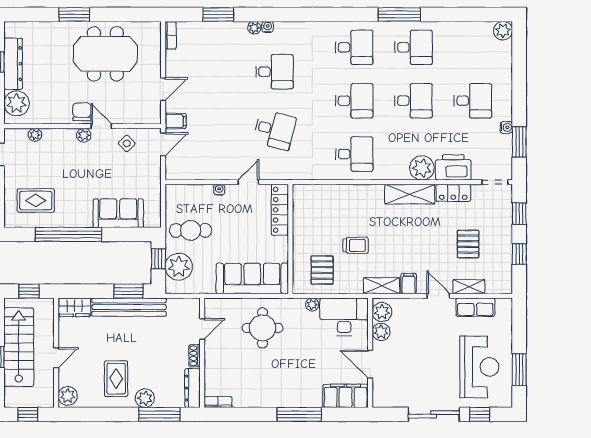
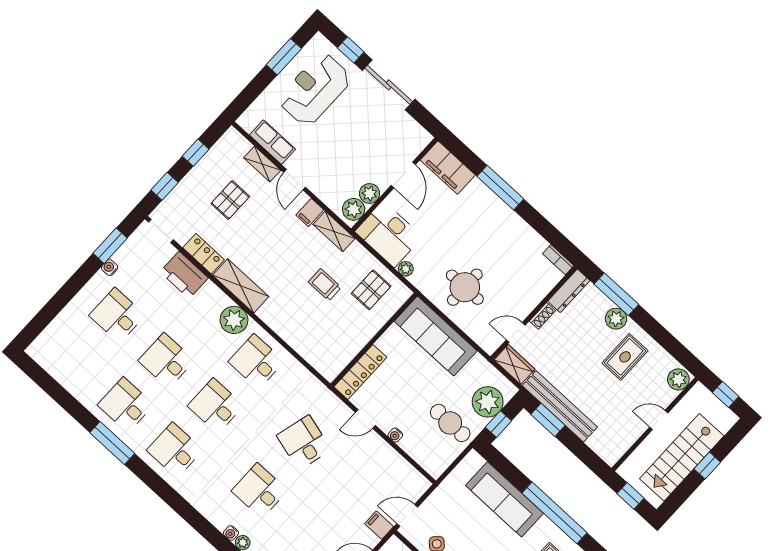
plant: (503, 31) -> (39, 350), removed
plant: (422, 168) -> (234, 320), moved
sofa: (118, 213) -> (505, 499), width x1.36
wardrobe: (74, 307) -> (515, 364), moved

